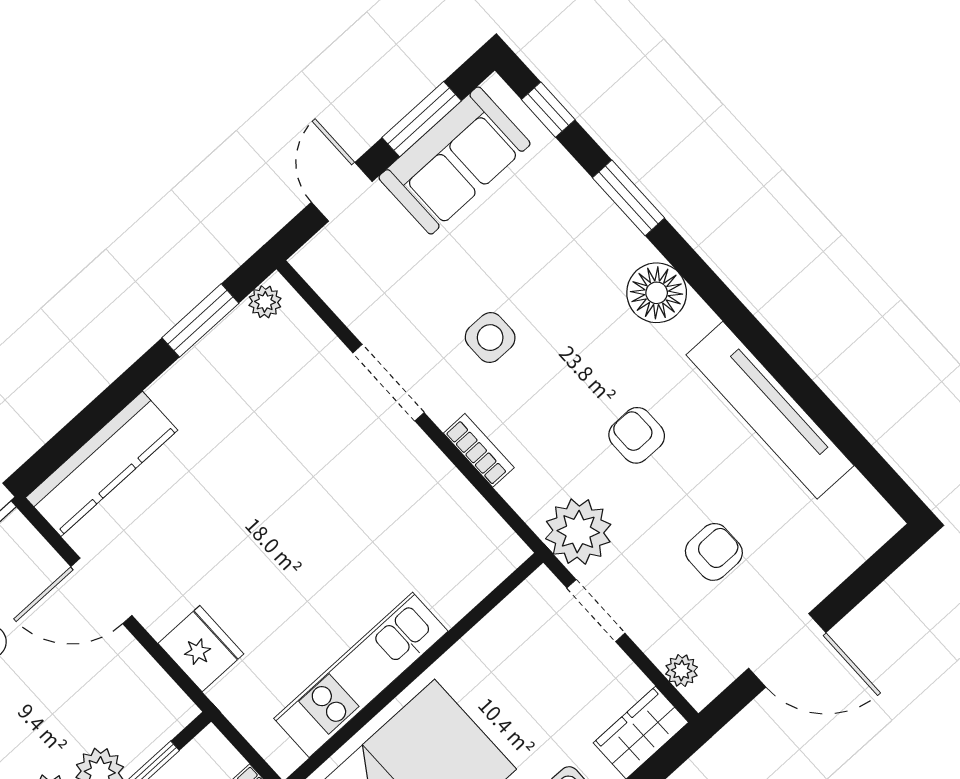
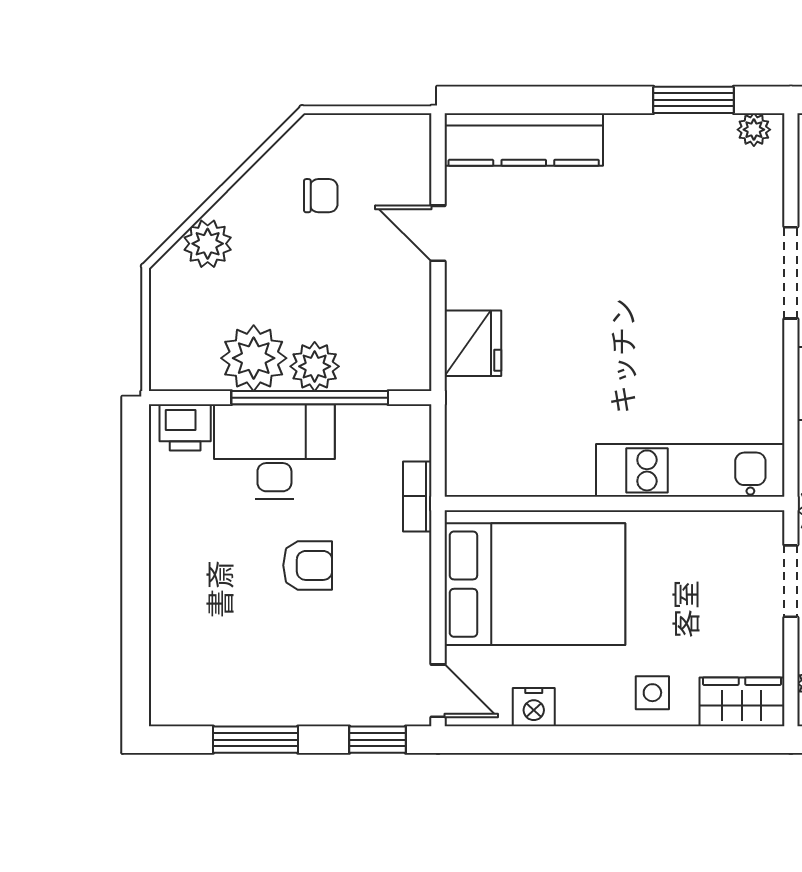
door: (101, 591) -> (438, 233), width x0.73
kitchen unit: (361, 675) -> (690, 470), moved

